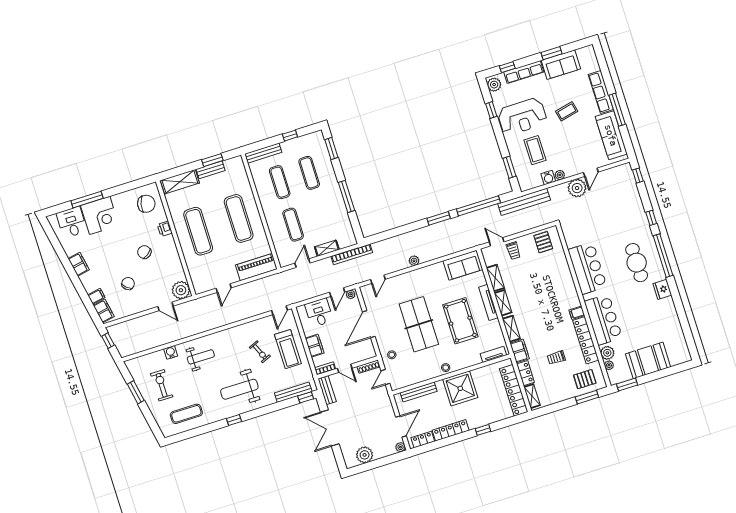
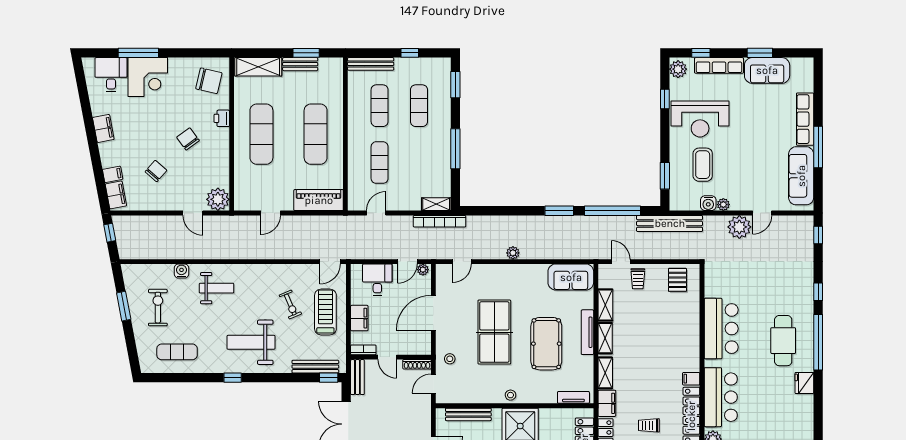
coffee table: (567, 111) -> (756, 130), removed
shelving: (327, 248) -> (436, 204), moved
treadmill: (288, 349) -> (325, 312), turned 180

